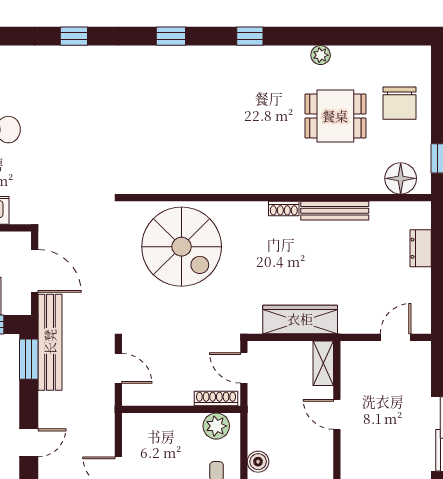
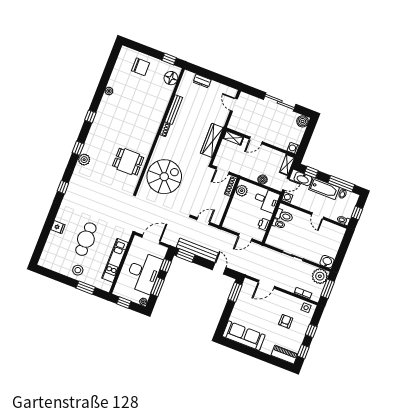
plant: (151, 59) -> (84, 160), added
dining table: (335, 116) -> (128, 162), moved, turned 90
bench: (50, 342) -> (197, 250), moved

